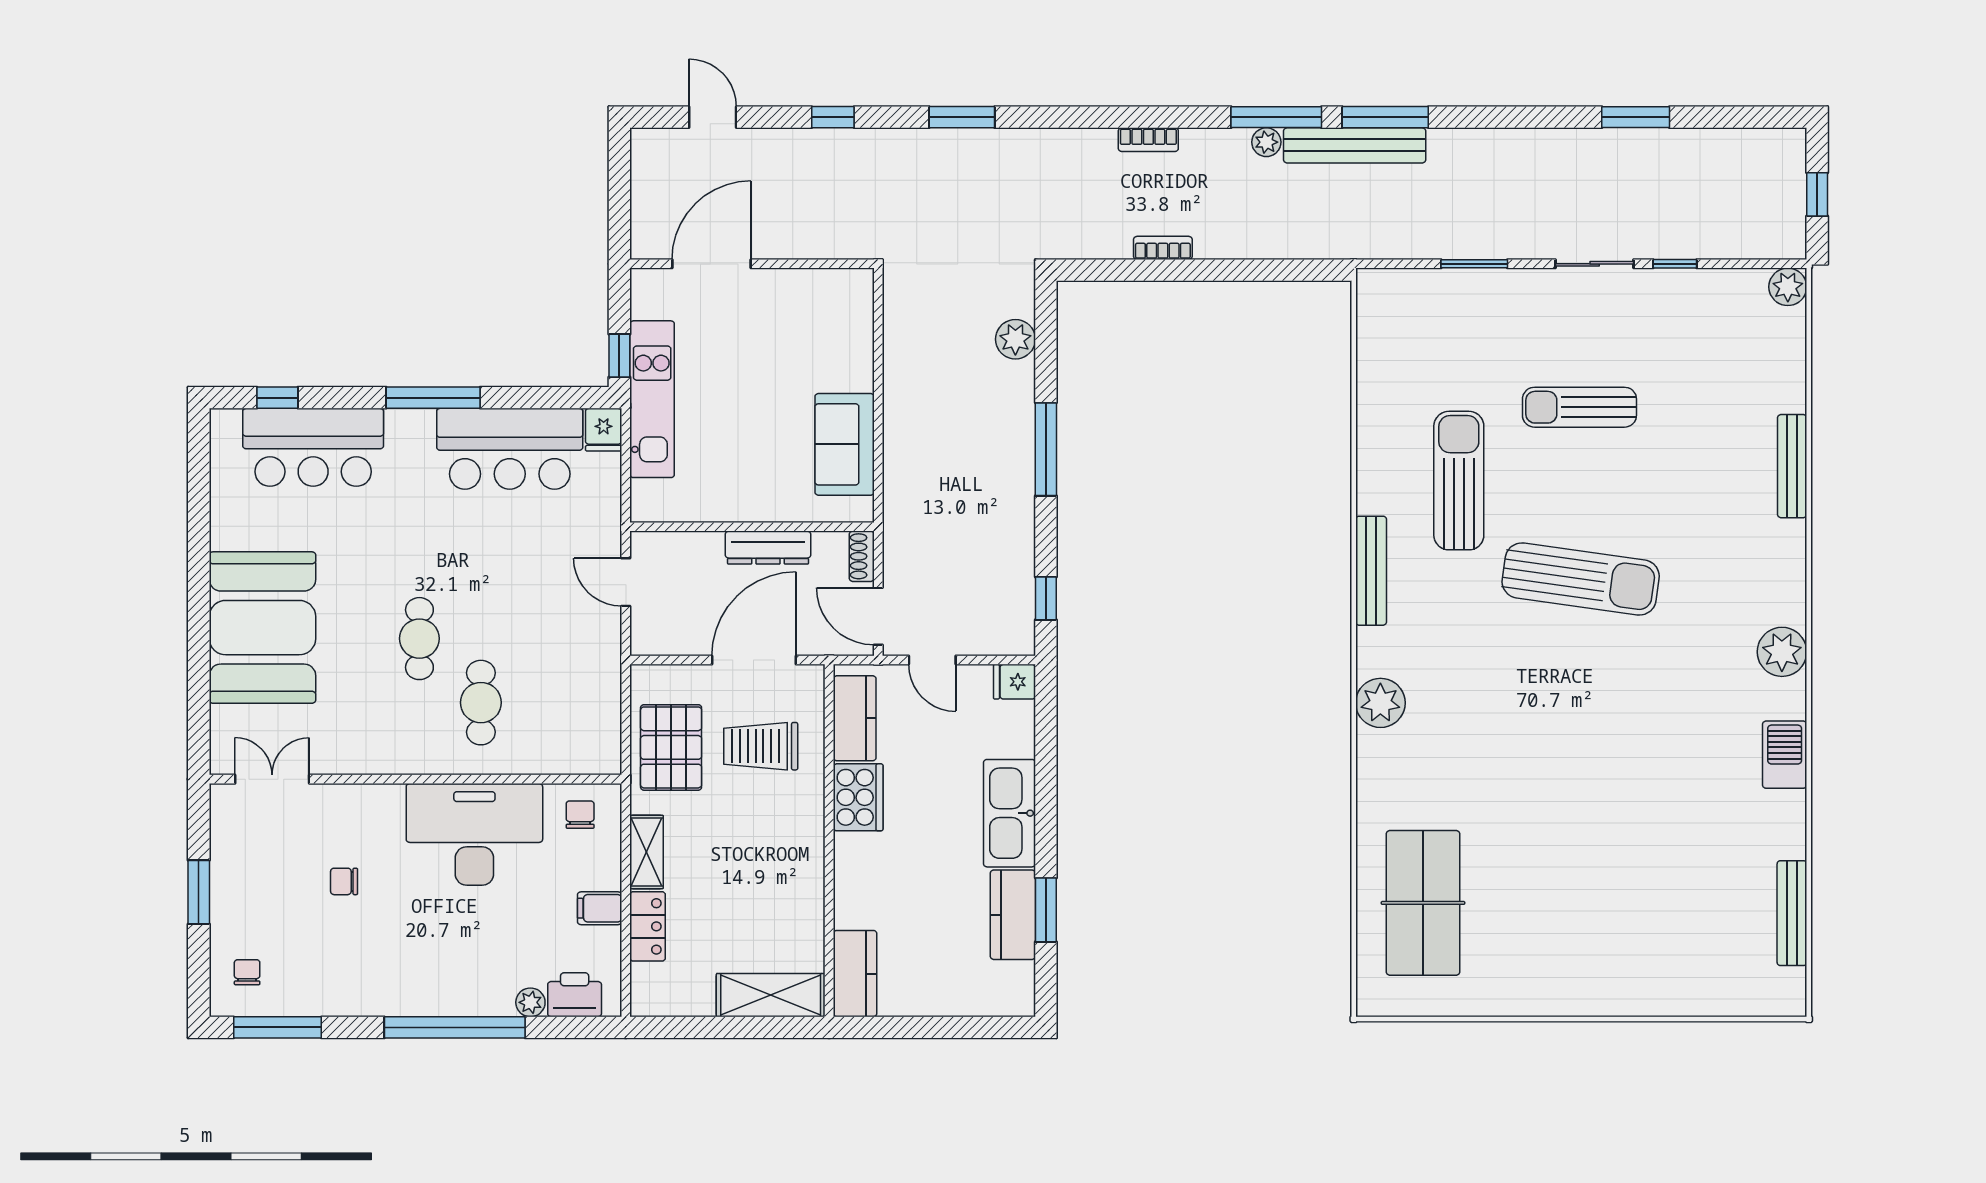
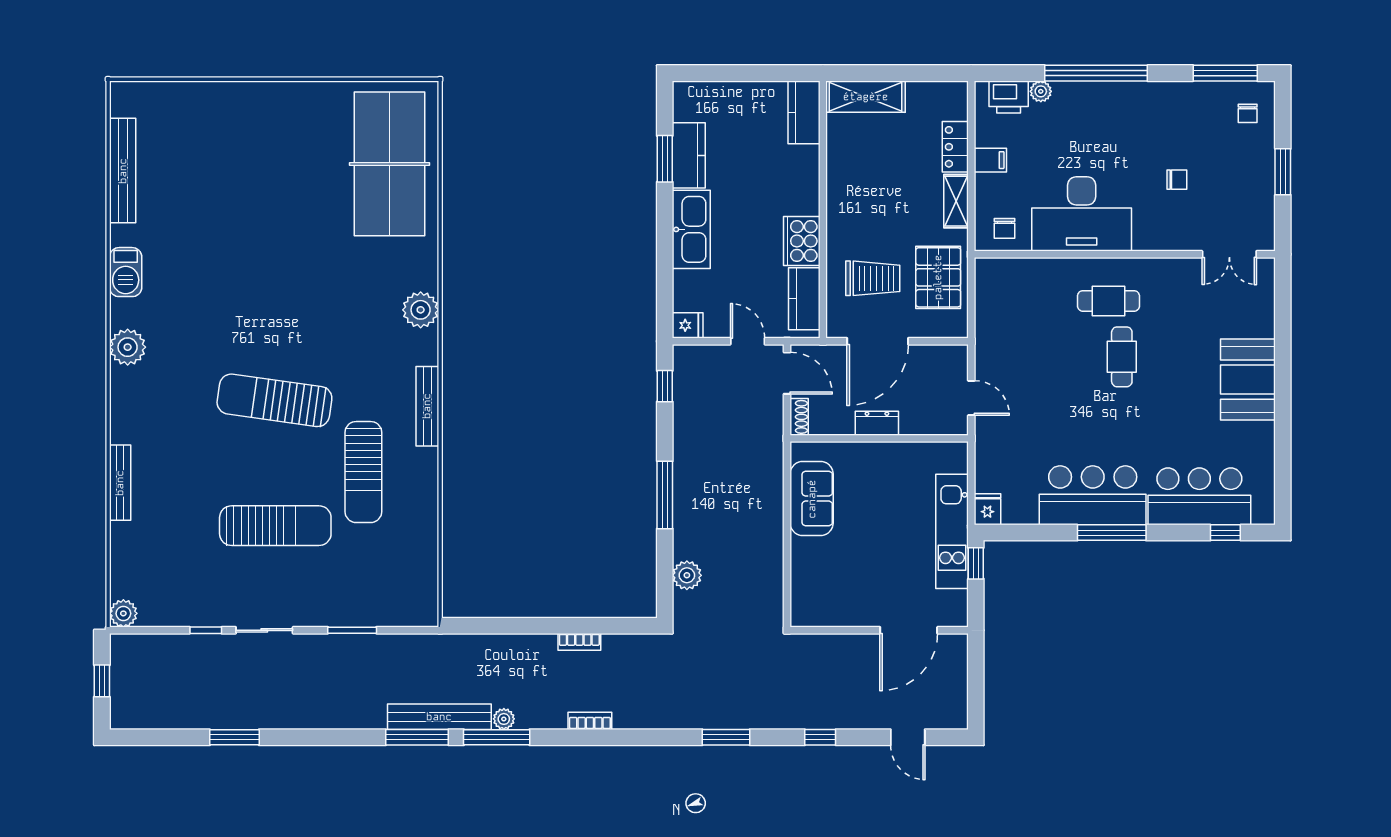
sun lounger: (1579, 407) -> (275, 526), width x1.36, depth x1.34
bar counter: (510, 449) -> (1093, 495), moved
dresser: (768, 548) -> (877, 423), width x0.70
booth: (262, 628) -> (1248, 380), width x0.73, depth x0.70
cafe table: (481, 703) -> (1108, 301), moved, turned 90
table tennis table: (1423, 903) -> (390, 164), width x1.36, depth x1.32
bench: (1792, 913) -> (123, 171), width x1.37, depth x1.21

